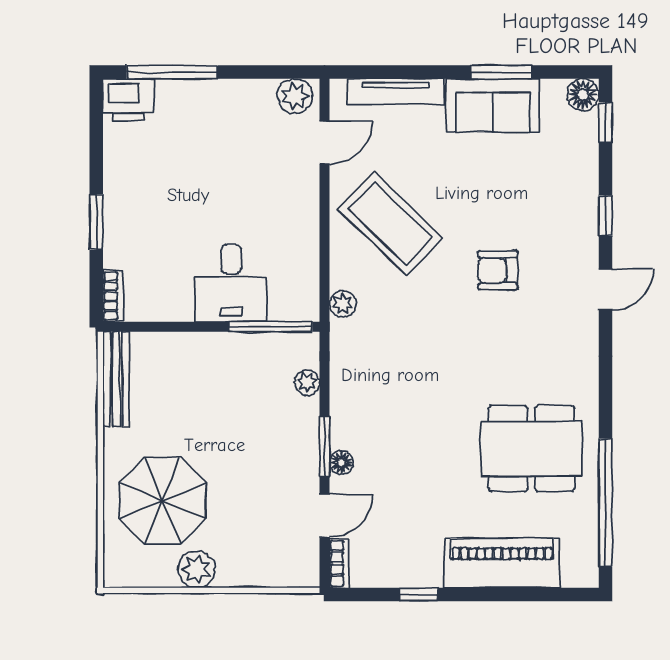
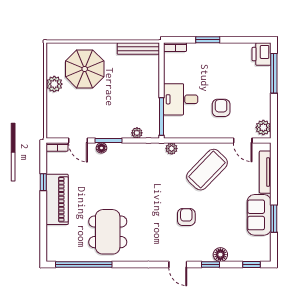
floor lamp: (583, 95) -> (220, 255), moved
armchair: (251, 192) -> (221, 108), added
piano: (502, 563) -> (57, 199), moved

